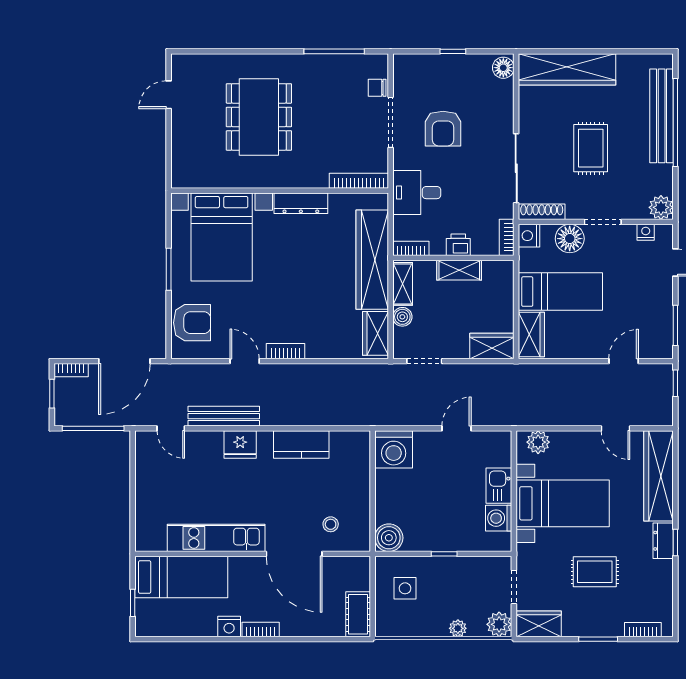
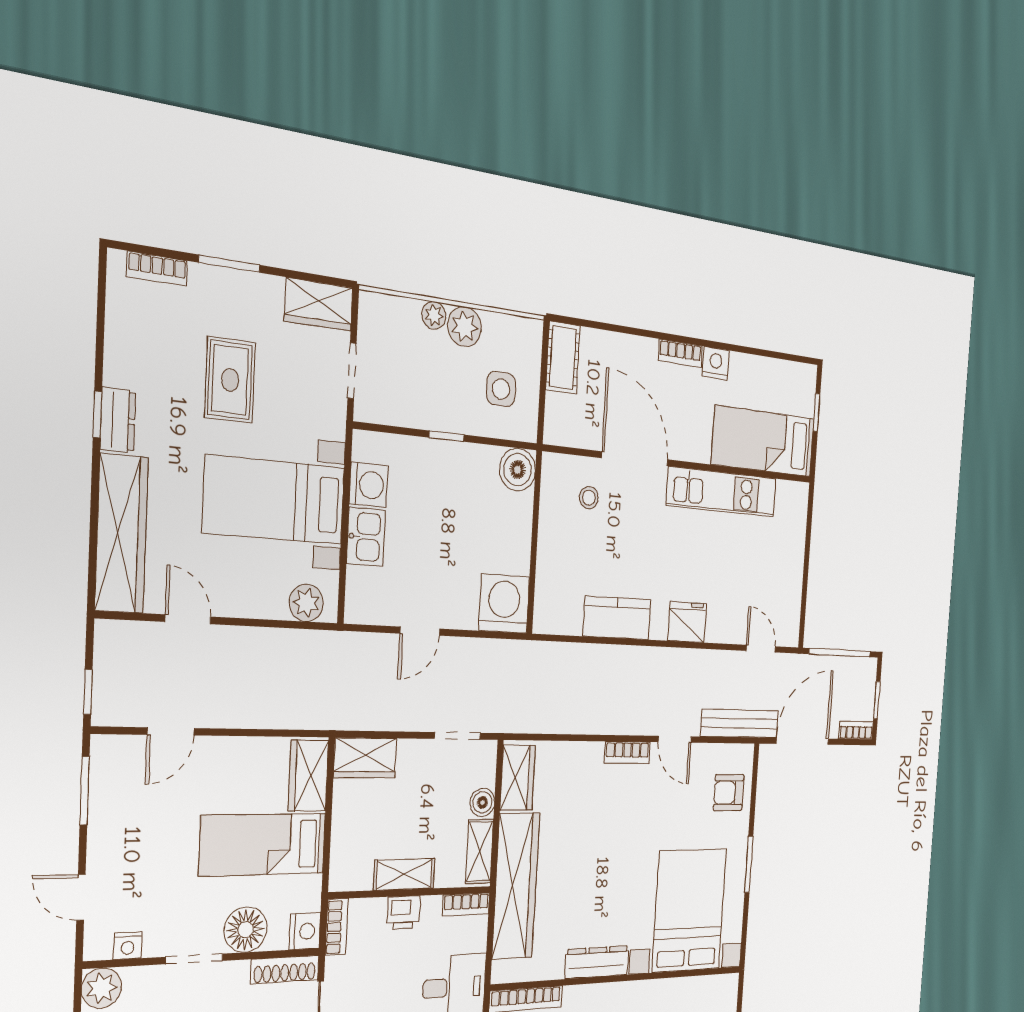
armchair: (192, 323) -> (729, 793), width x0.72, depth x0.72
bench: (224, 416) -> (740, 723), moved
rug: (595, 572) -> (230, 380), turned 90
plant: (499, 624) -> (465, 327), moved

